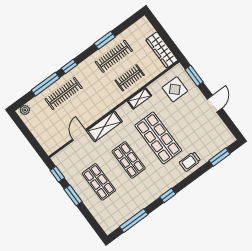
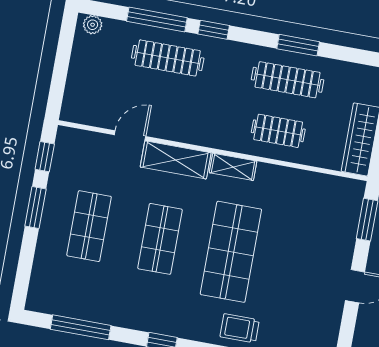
display table: (175, 89) -> (322, 210), removed
shelving: (139, 98) -> (233, 167), moved

